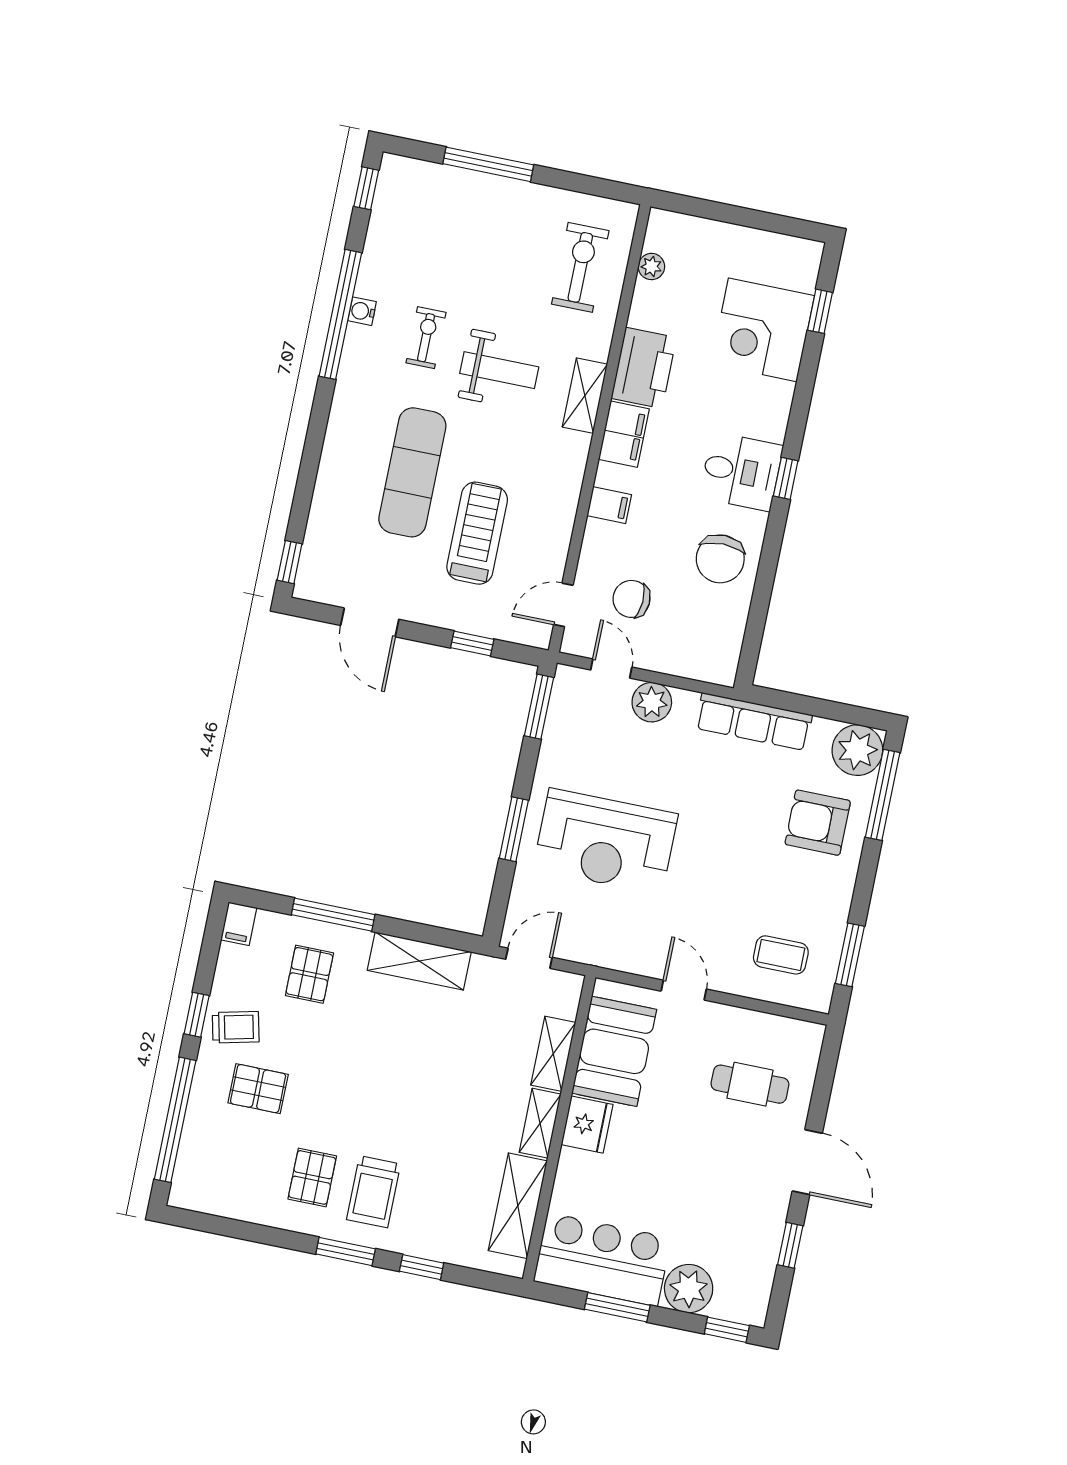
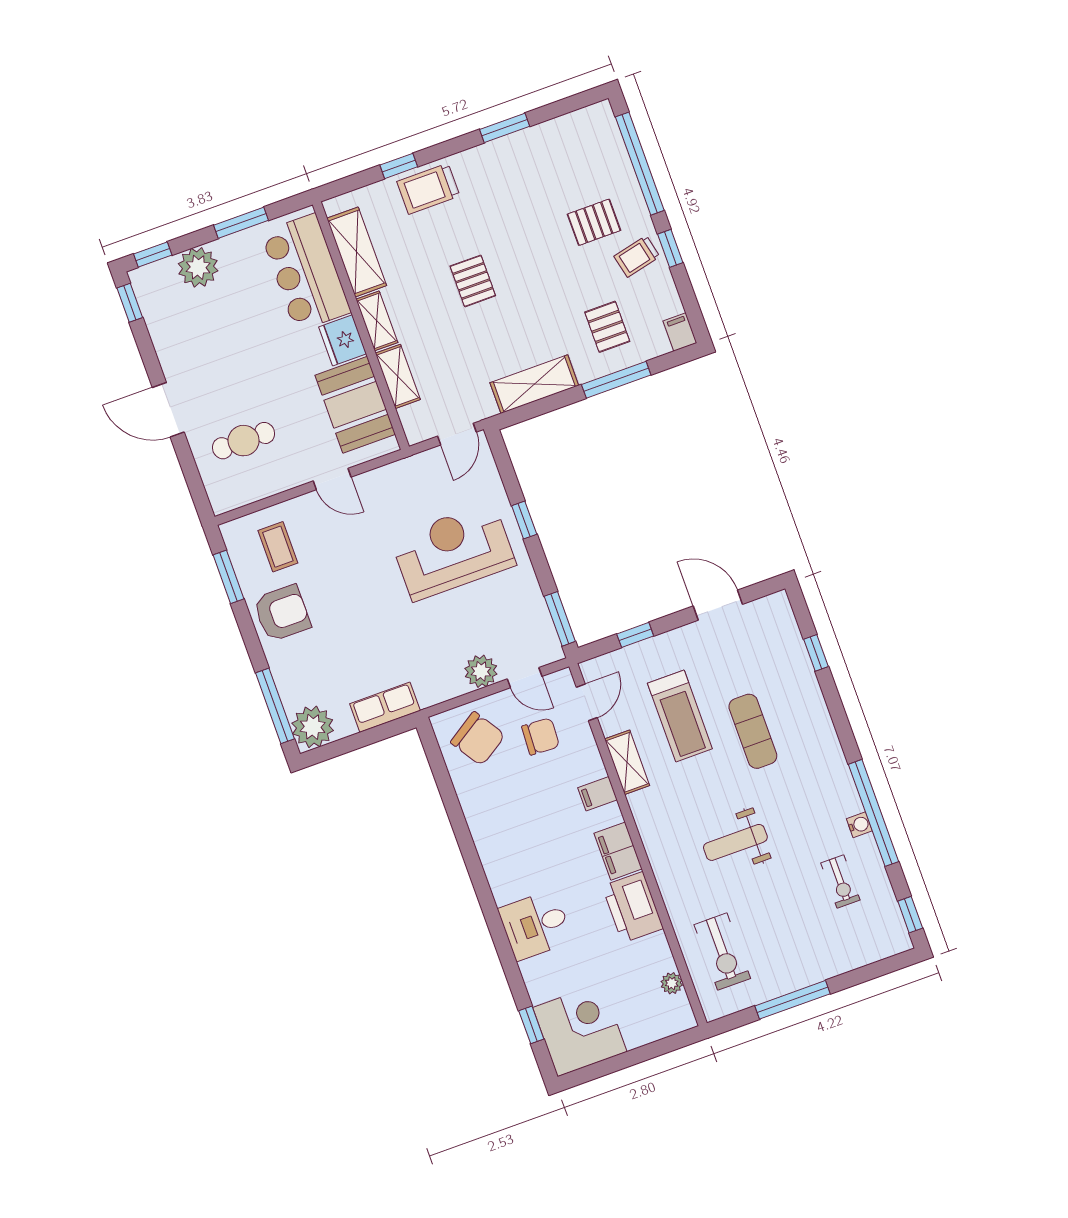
window: (488, 164) -> (793, 1000), moved
corner desk: (763, 330) -> (580, 1030), moved
exercise bike: (426, 338) -> (840, 882), moved
shelving: (585, 396) -> (627, 762), moved
desk: (741, 471) -> (535, 925), moved
exercise mat: (412, 472) -> (753, 731), width x0.73, depth x0.69
window: (786, 478) -> (483, 890), removed
chair: (720, 559) -> (478, 739), moved, turned 147
window: (290, 562) -> (816, 653), moved
row of seats: (754, 722) -> (385, 707), width x0.68
armchair: (818, 823) -> (282, 613), moved
window: (514, 829) -> (524, 520), width x0.67
coffee table: (781, 955) -> (278, 547), turned 90
pallet: (312, 1177) -> (473, 281), moved
trolley: (374, 1192) -> (428, 189), moved, turned -90
window: (790, 1245) -> (130, 303), moved
window: (346, 1251) -> (505, 128), moved
bar counter: (602, 1260) -> (306, 272), moved, turned 90

